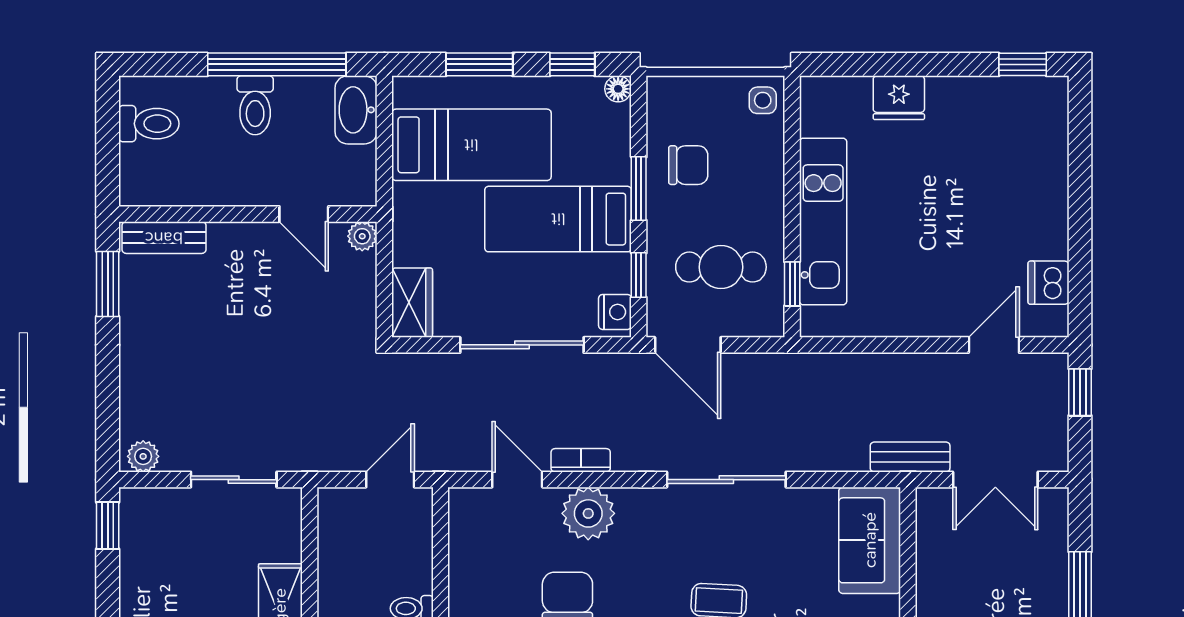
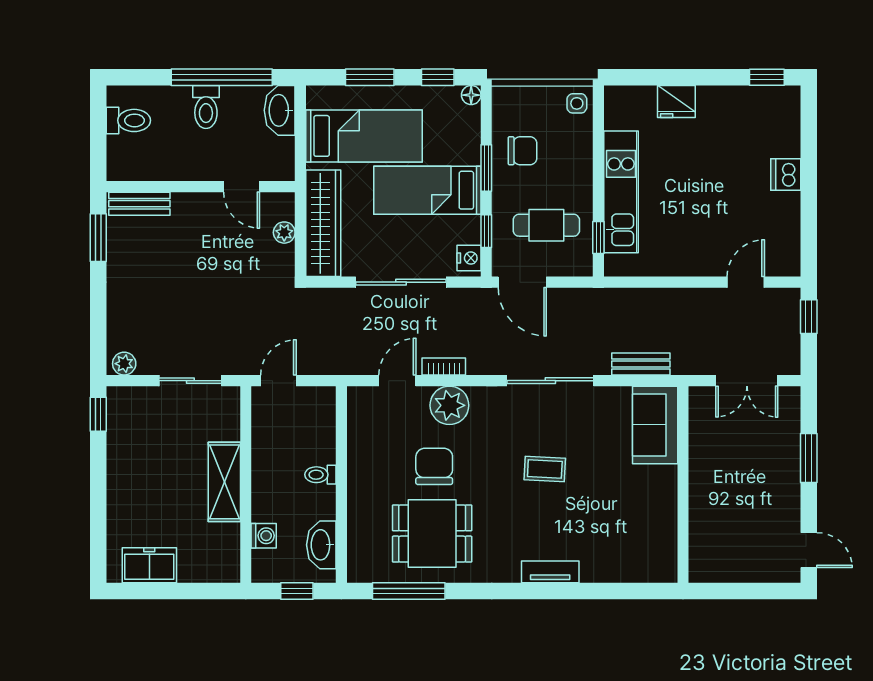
plant: (362, 236) -> (284, 233), moved
dishwasher: (1049, 283) -> (786, 175), moved
wardrobe: (412, 303) -> (323, 223), width x2.10, depth x1.17
bench: (910, 457) -> (641, 364), moved
door: (390, 480) -> (278, 381), moved
door: (517, 480) -> (397, 381), hinge flipped

